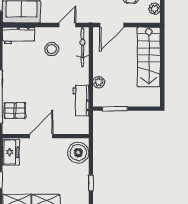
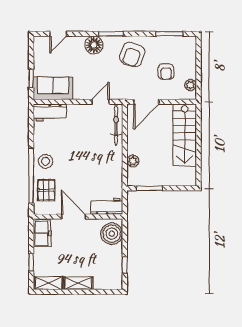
stool: (52, 49) -> (46, 161), moved
workbench: (81, 101) -> (107, 206), moved, turned 90
pallet: (15, 110) -> (46, 190), turned 90
door: (41, 136) -> (73, 217), hinge flipped

